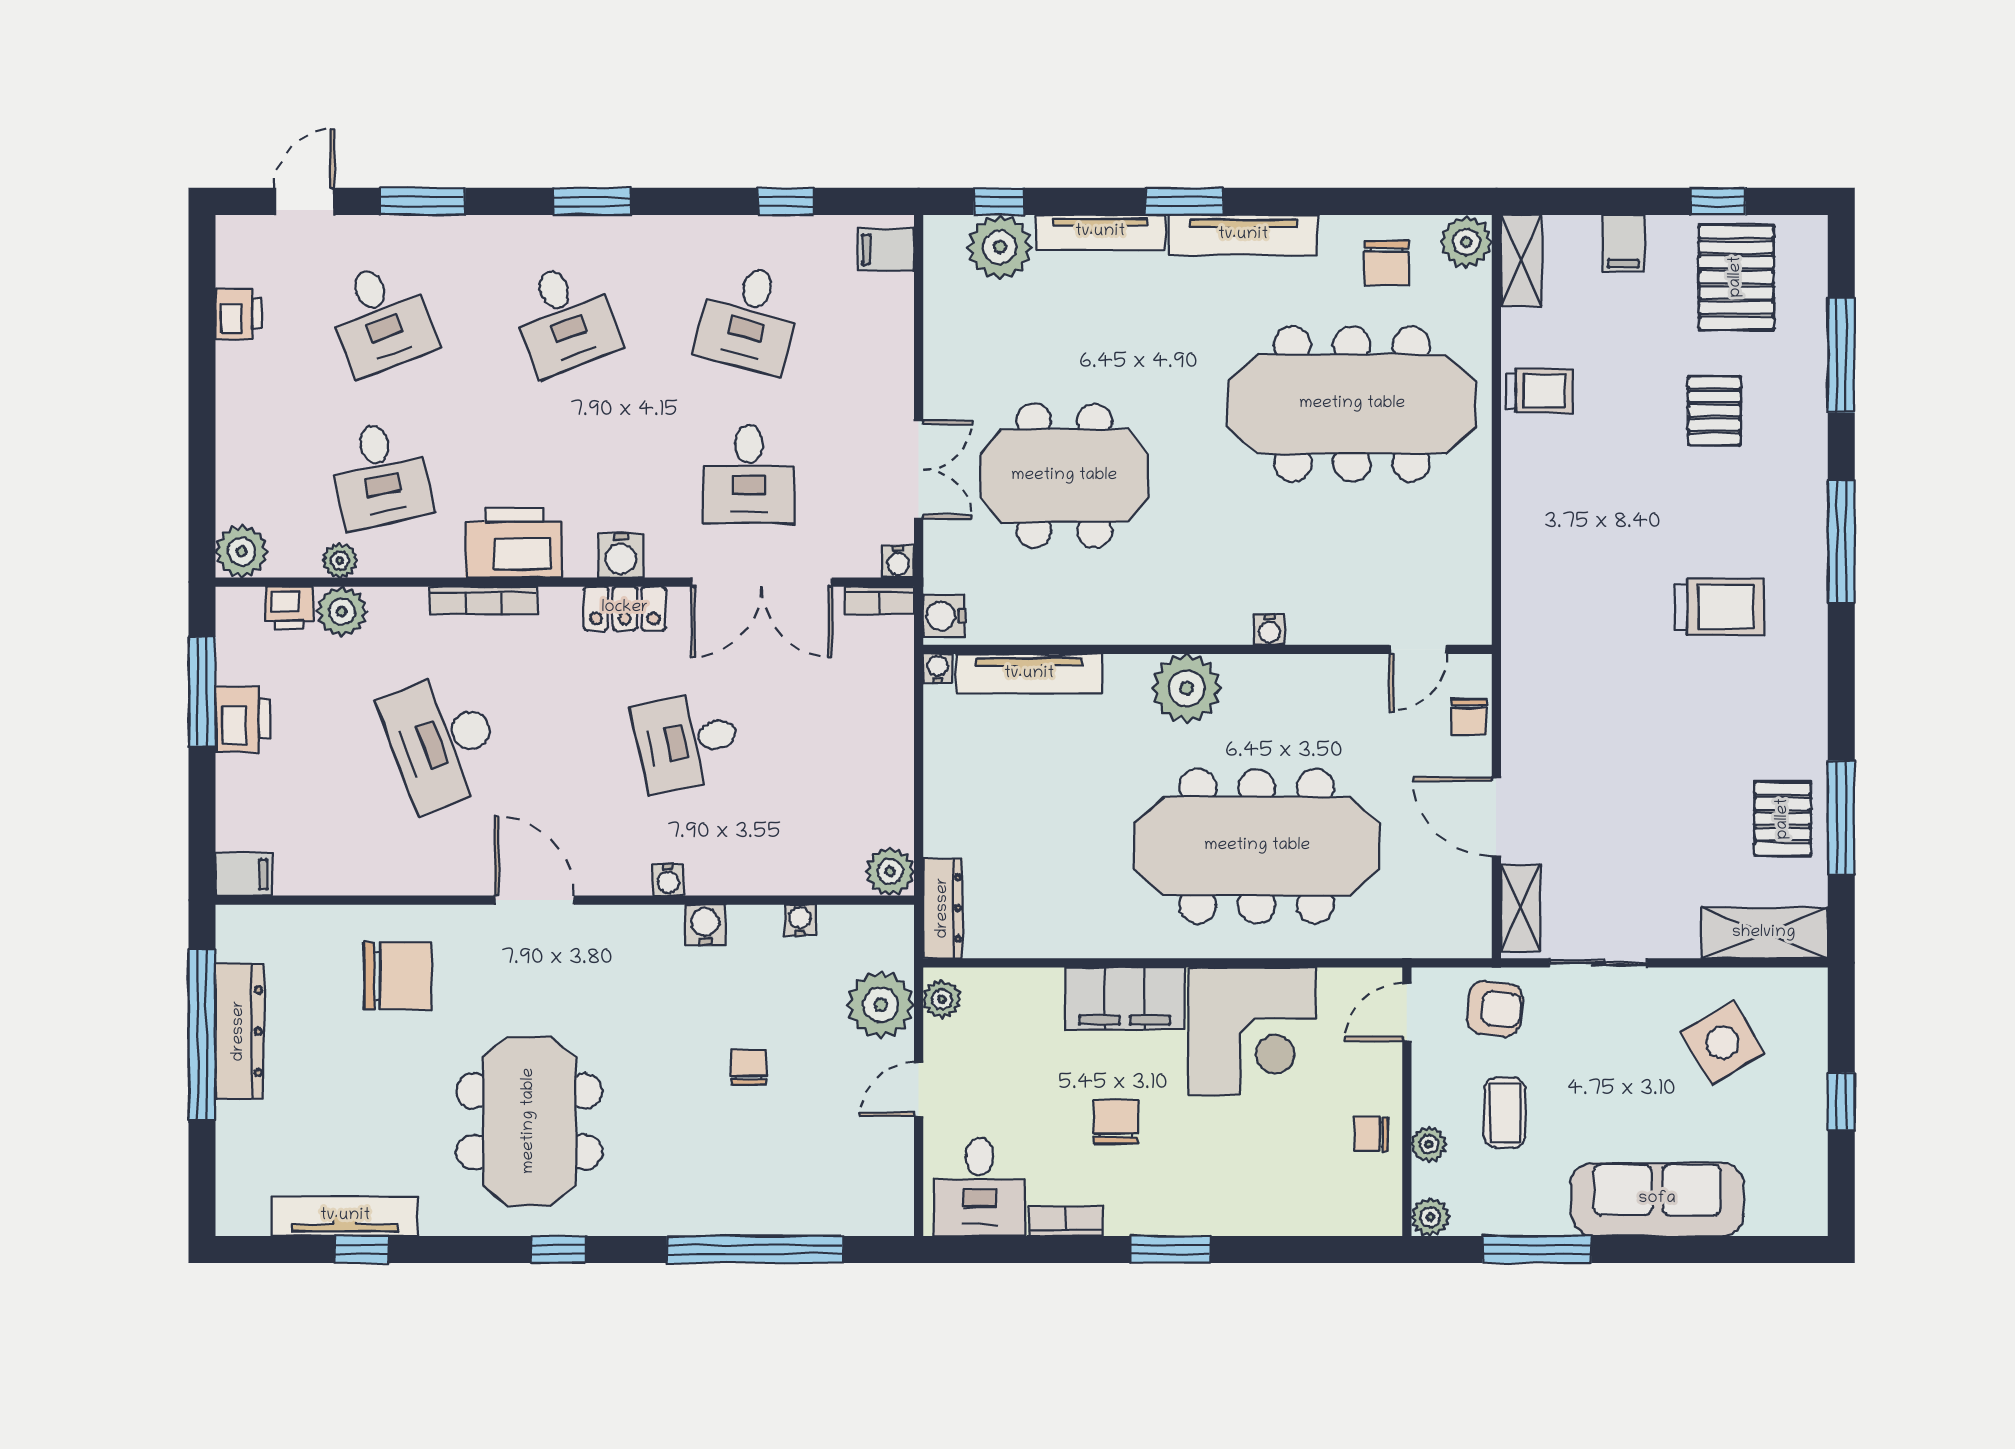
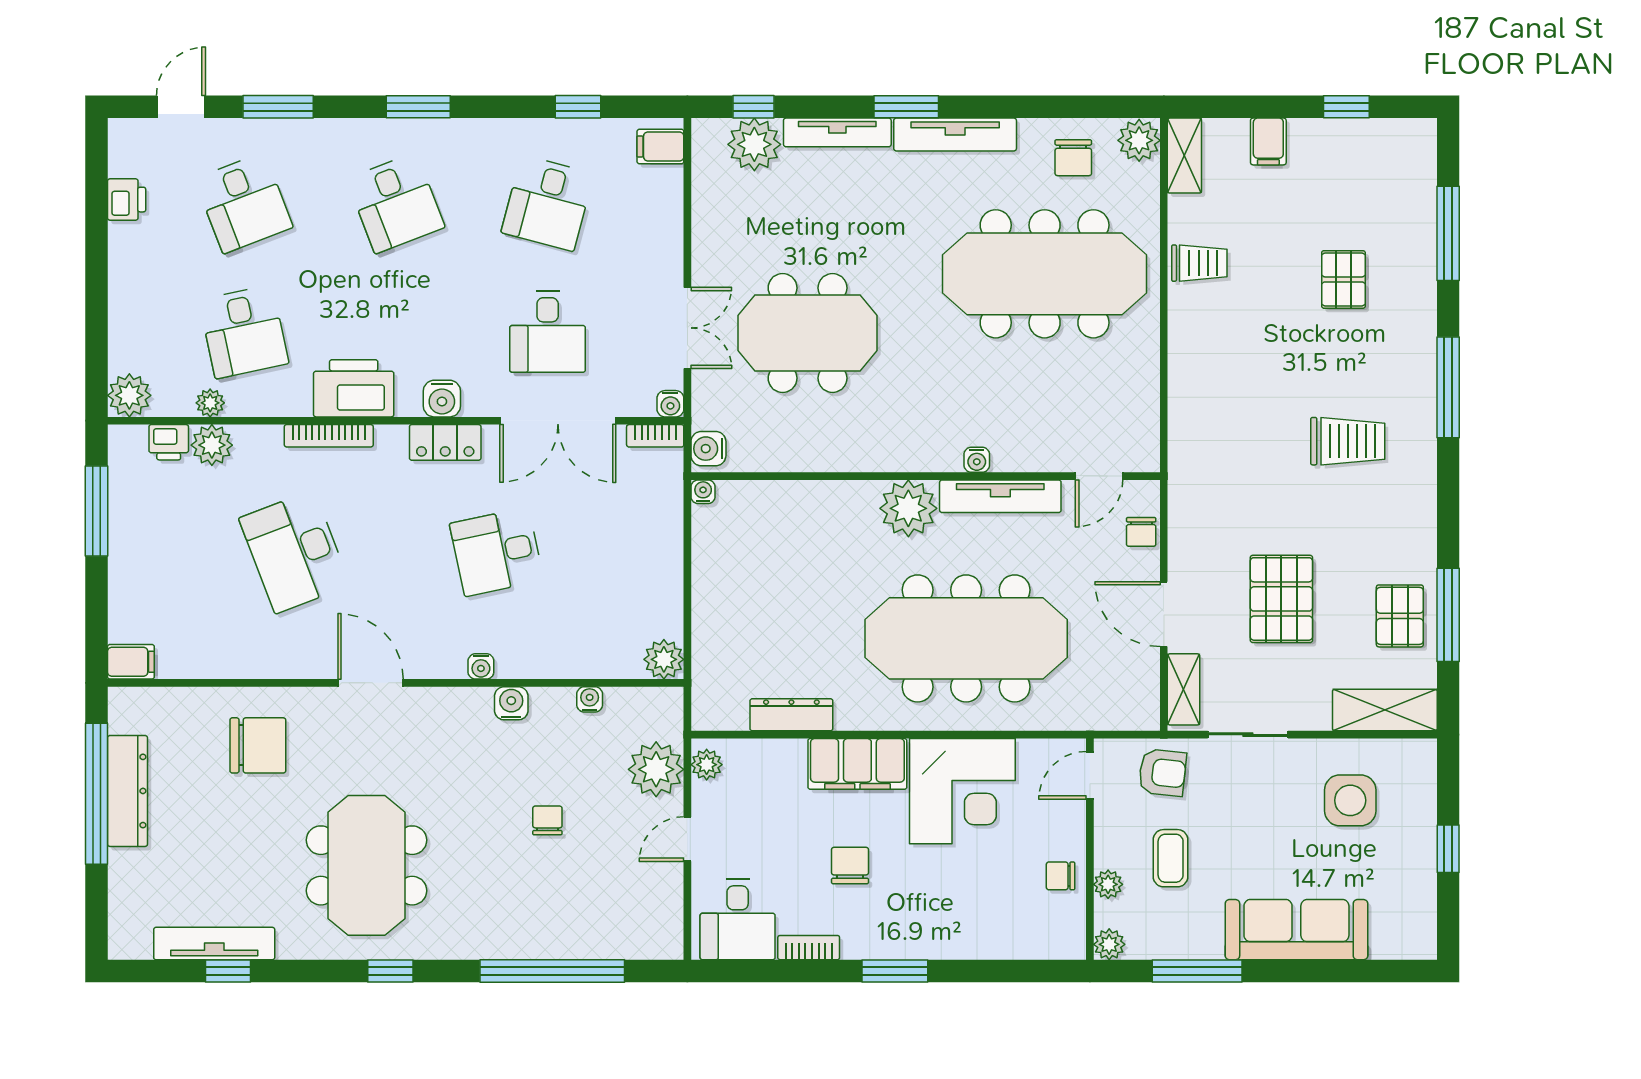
pallet: (1736, 277) -> (1281, 599), moved
tv unit: (1029, 674) -> (1000, 496), moved
printer: (243, 719) -> (130, 534), removed
dresser: (943, 908) -> (791, 715), moved, turned -90
side table: (1722, 1043) -> (1350, 800), turned 30

